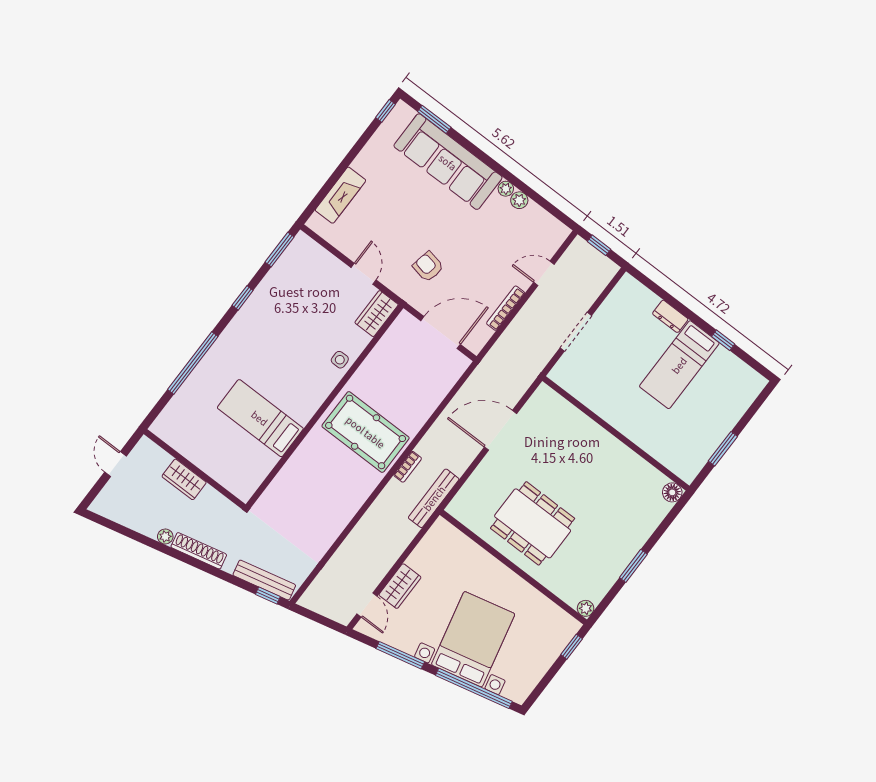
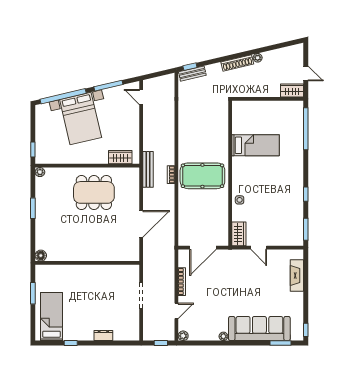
plant: (519, 200) -> (183, 336), moved
armchair: (428, 267) -> (232, 273), removed
window: (193, 363) -> (306, 129), moved
bed: (679, 365) -> (51, 317), moved
wardrobe: (184, 479) -> (292, 91), moved
bench: (264, 580) -> (192, 74), width x0.73
wardrobe: (400, 586) -> (120, 157), moved, turned 90

